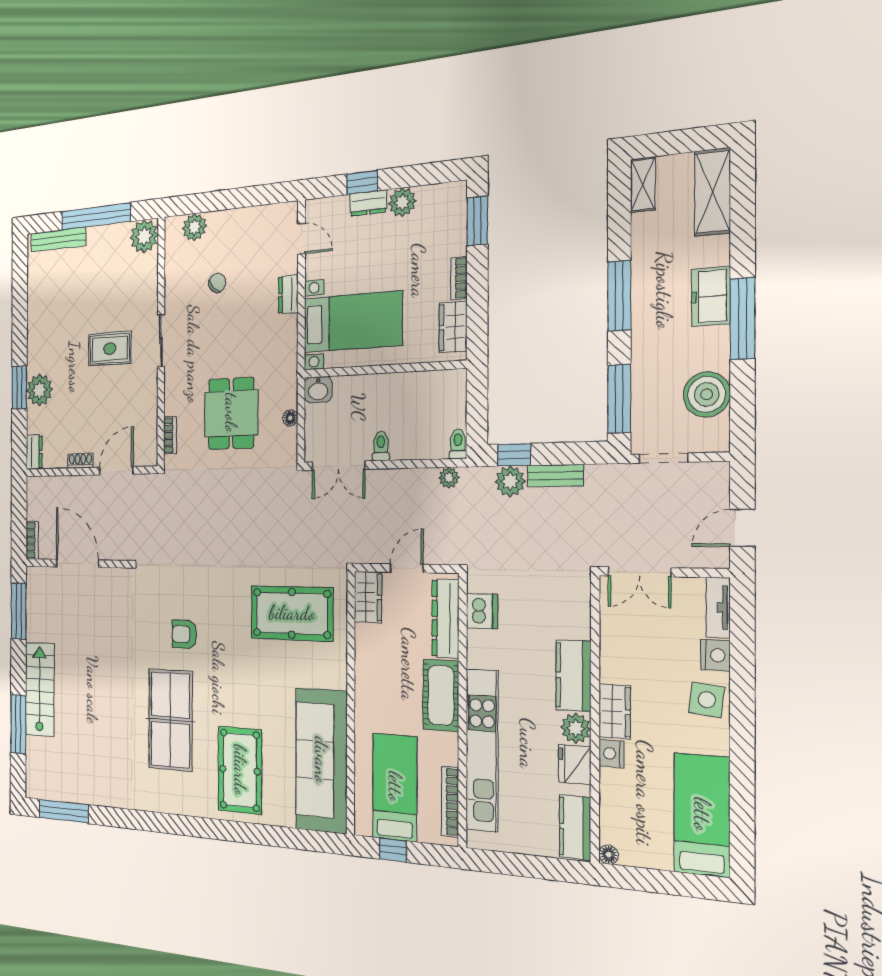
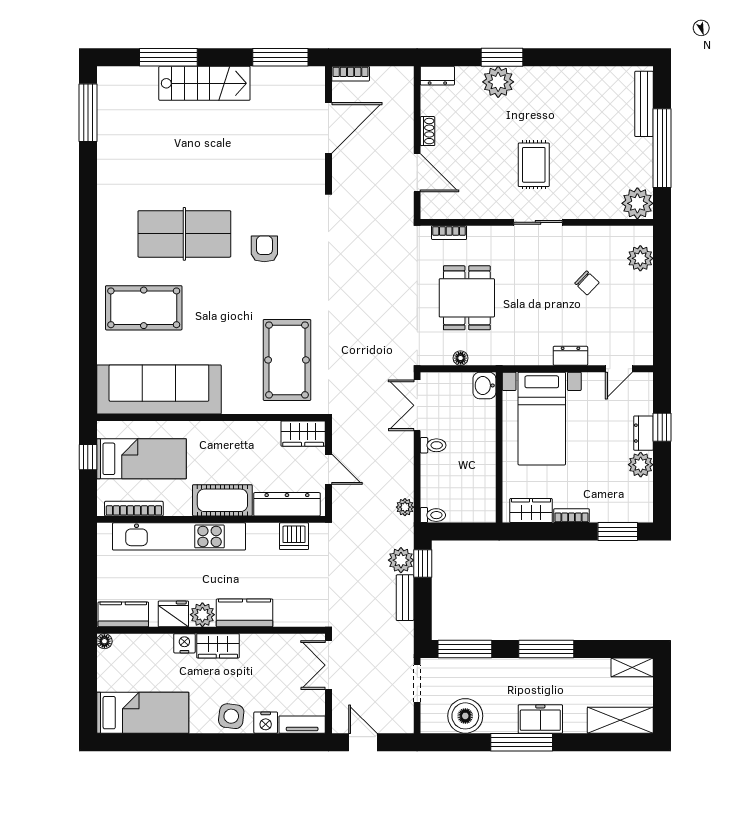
dining table: (231, 413) -> (467, 298), turned 90

